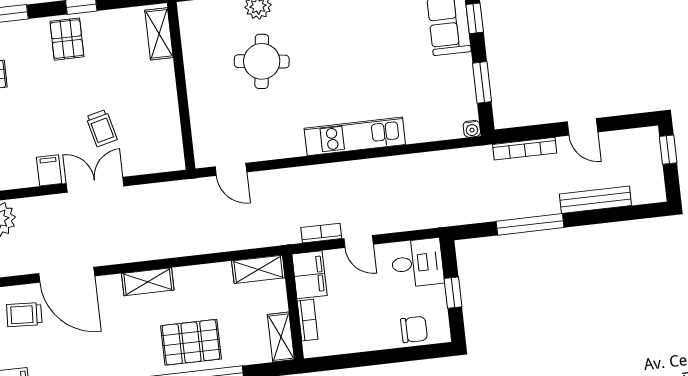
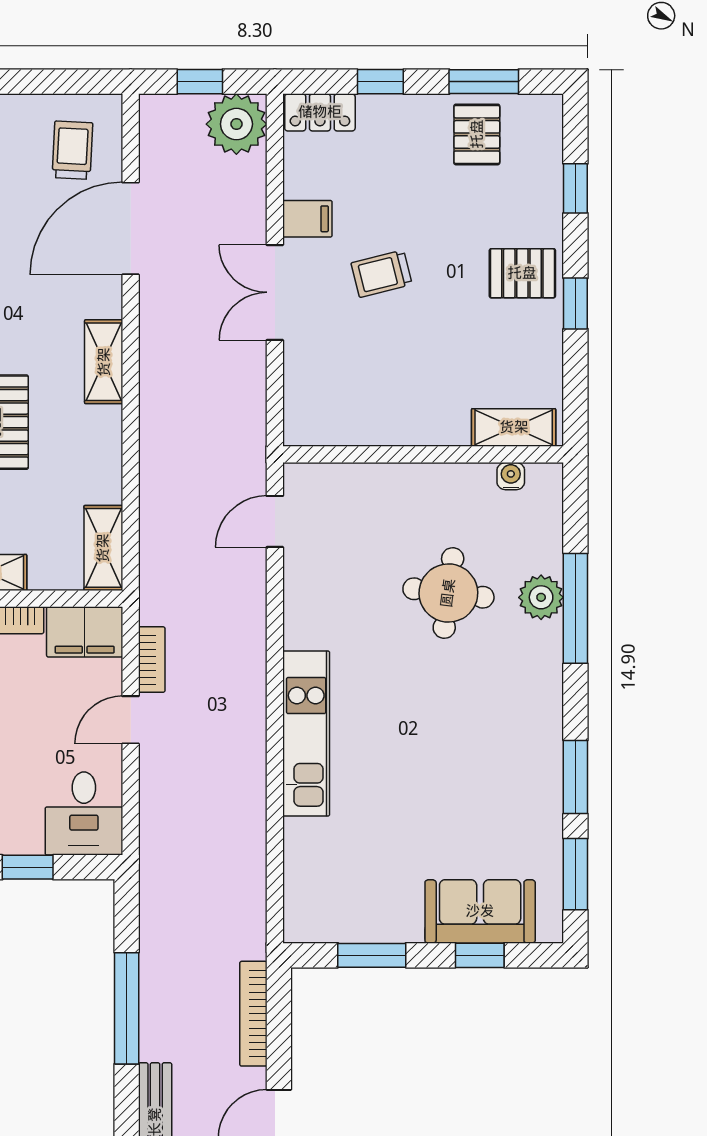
trolley: (102, 128) -> (382, 274), moved
water cooler: (472, 129) -> (511, 476), moved, turned 90
double door: (95, 185) -> (275, 292), swing flipped

